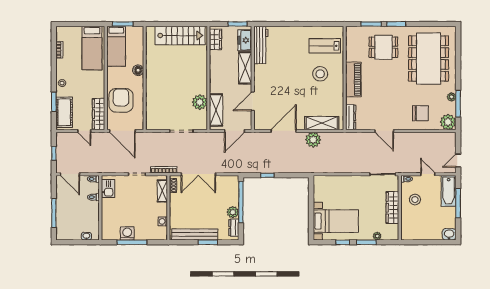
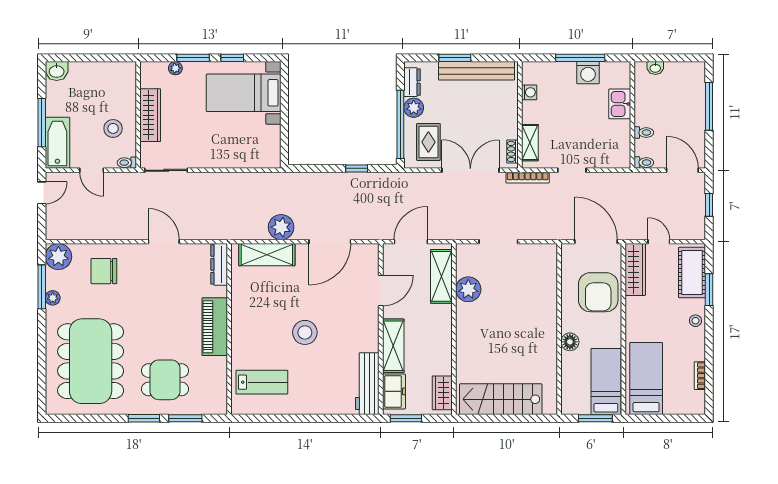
stool: (320, 74) -> (305, 332), moved
kitchen sink: (108, 189) -> (620, 104), moved
rug: (224, 191) -> (428, 142), added

